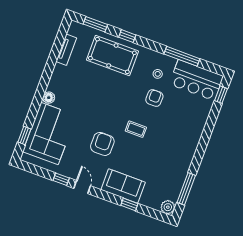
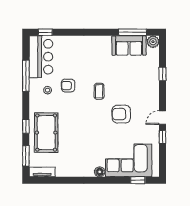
tv unit: (66, 50) -> (42, 172), moved
sofa: (123, 186) -> (129, 46), moved, turned -90

